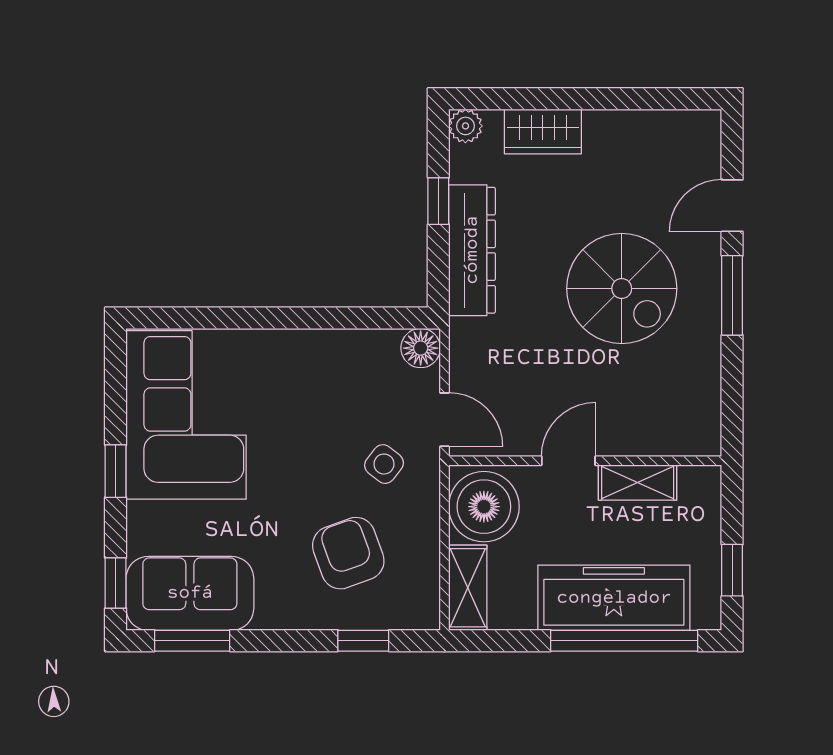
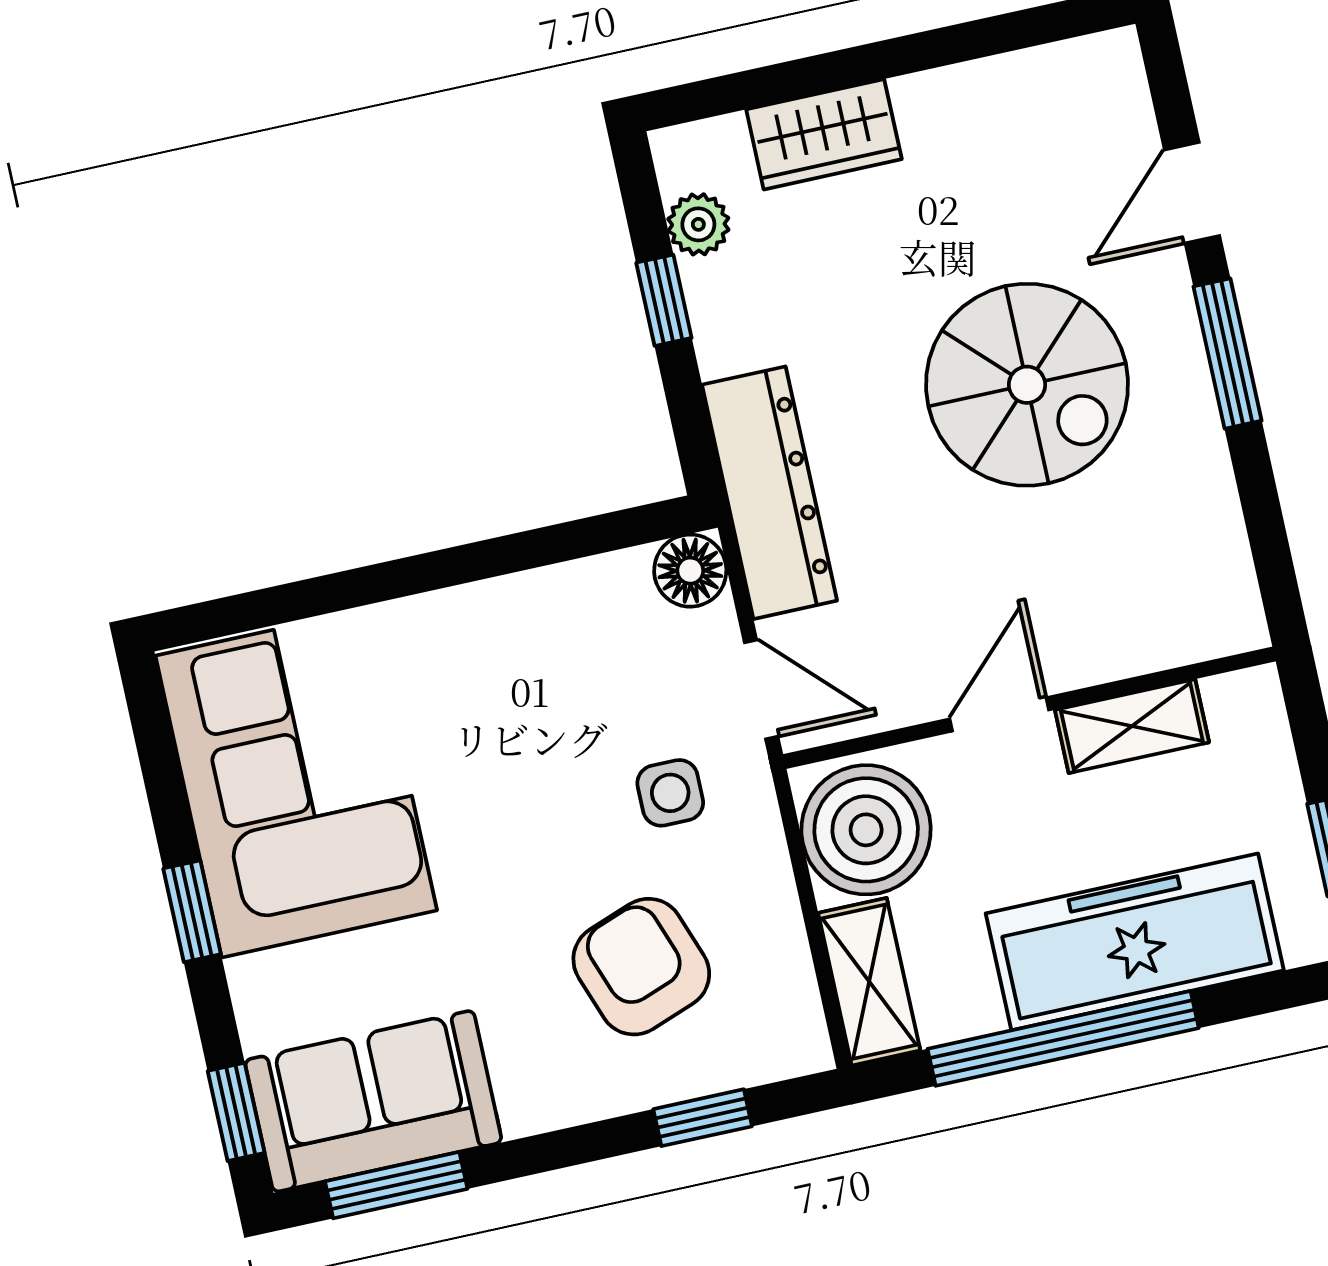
plant: (465, 126) -> (698, 224), moved
dresser: (472, 250) -> (769, 493), moved
side table: (384, 464) -> (670, 793), turned -38
window: (624, 641) -> (1063, 1038), moved

